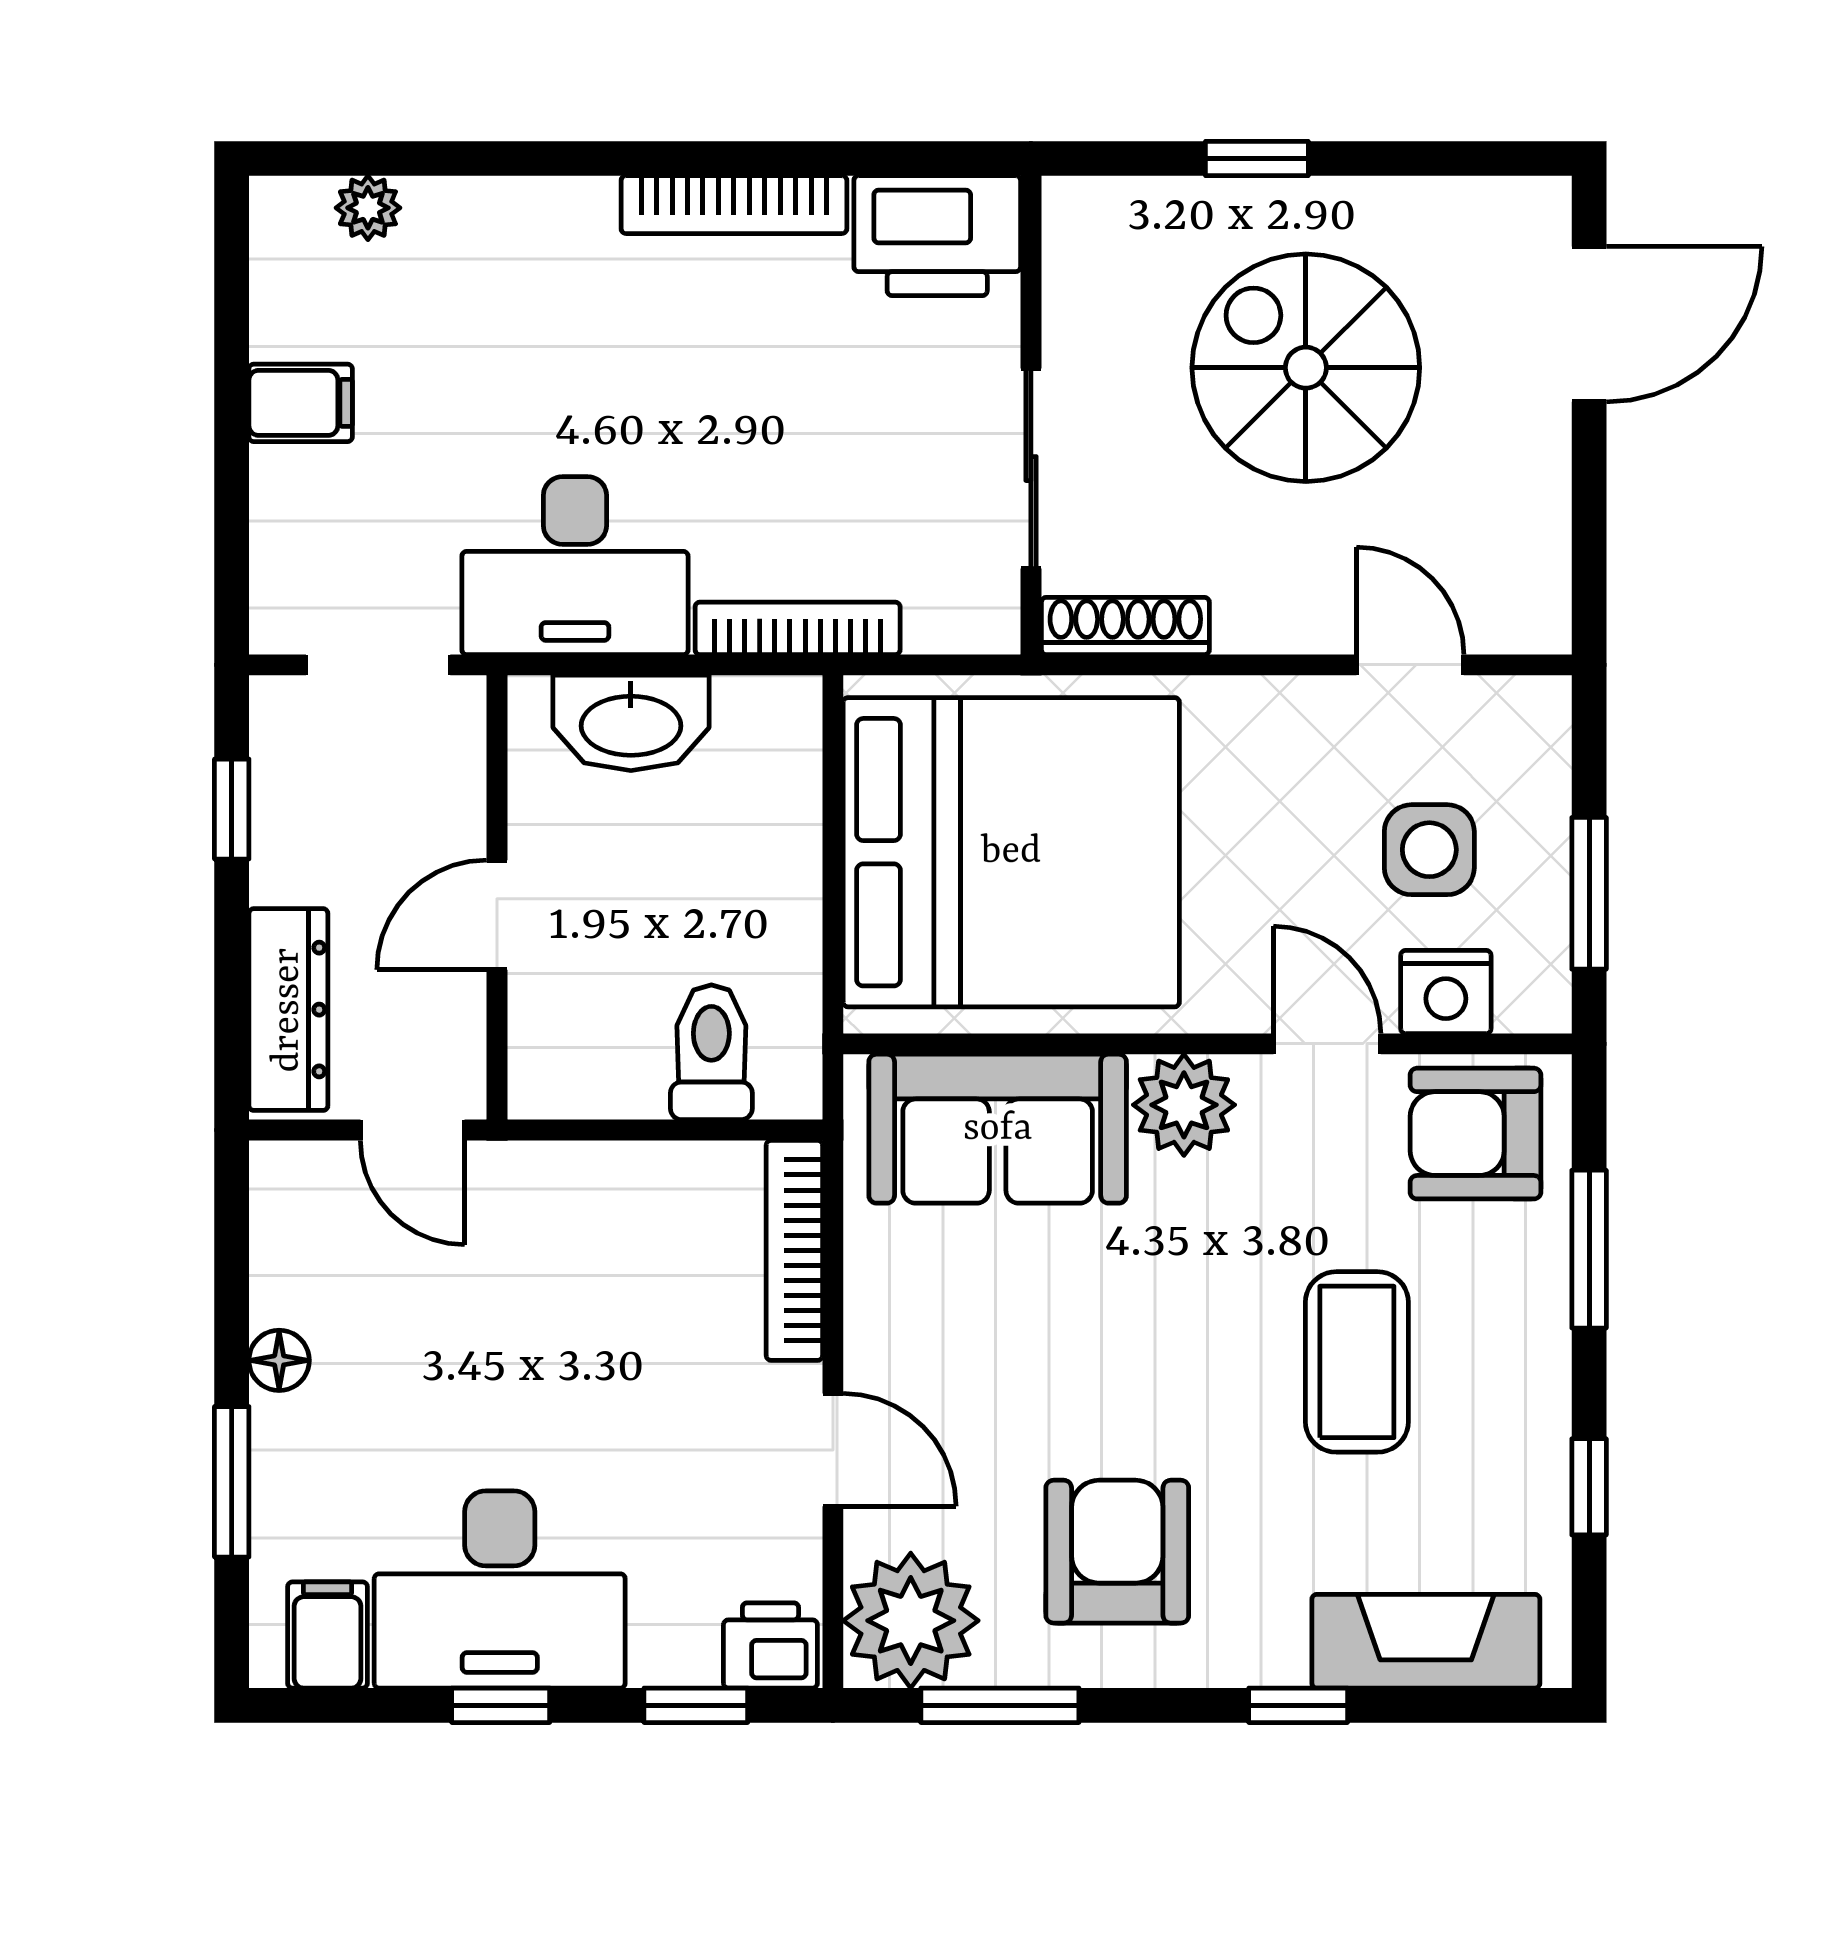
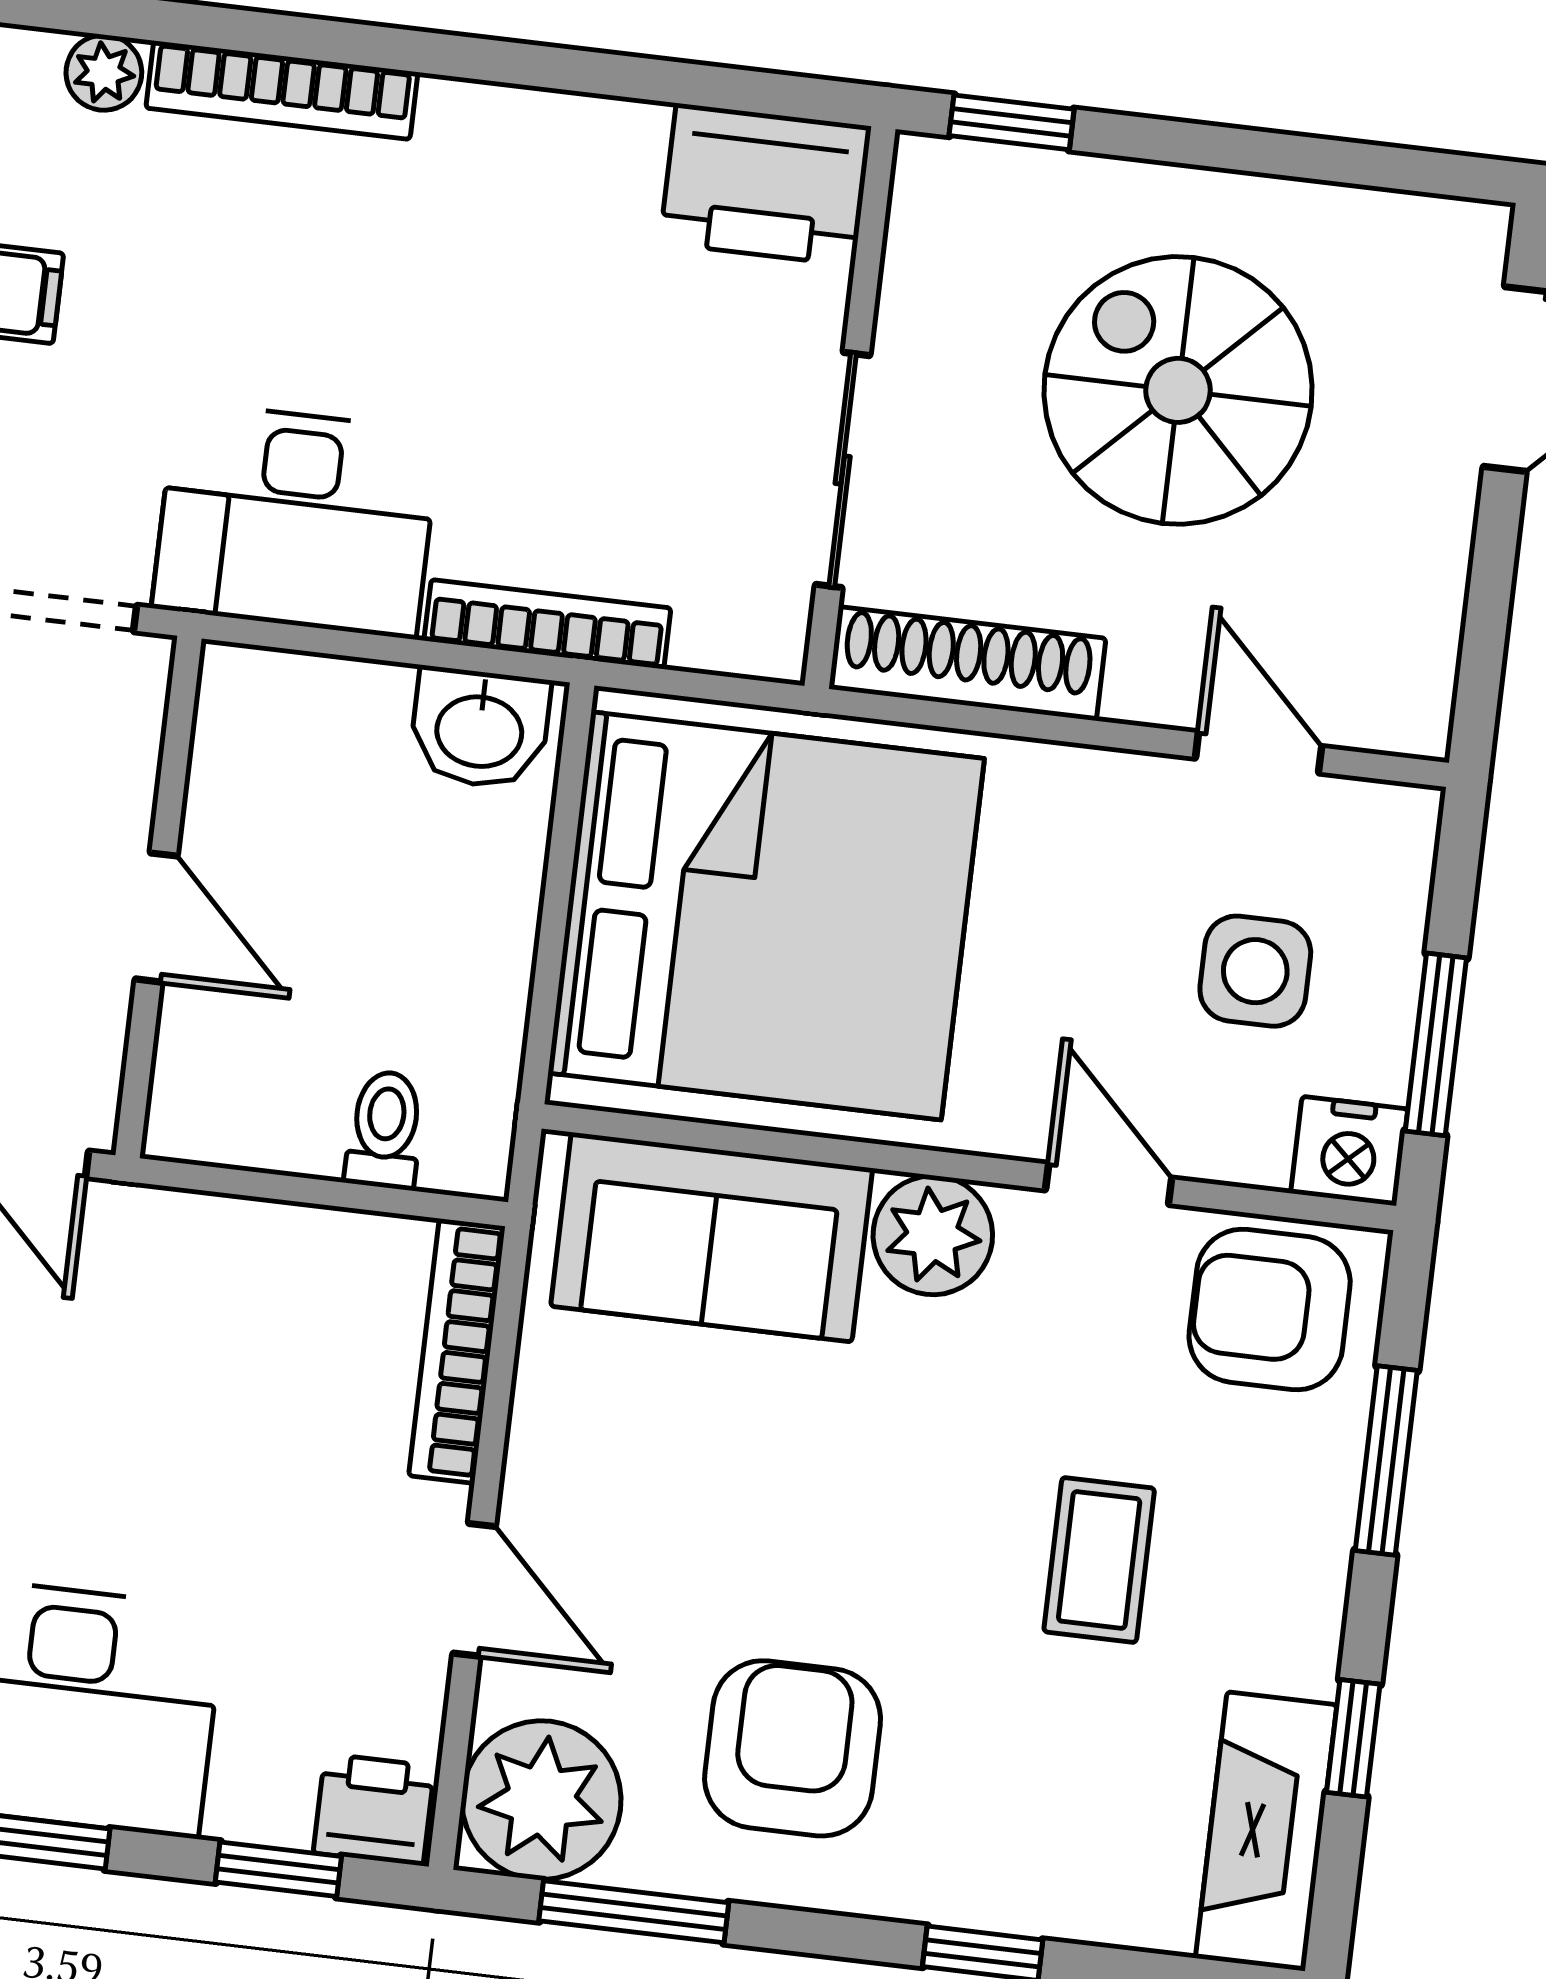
window: (1257, 158) -> (1012, 122), moved
bookcase: (734, 205) -> (282, 90), moved
shoe rack: (1125, 626) -> (967, 664), width x1.36, depth x1.24
washbasin: (631, 723) -> (480, 728), moved, width x0.72
door: (497, 915) -> (156, 917), swing flipped
nightstand: (1446, 992) -> (1349, 1151), moved
toilet: (711, 1052) -> (385, 1130), width x0.73, depth x0.72
coffee table: (1357, 1362) -> (1099, 1560), width x0.73, depth x0.77
fireplace: (1426, 1641) -> (1266, 1831), moved, turned -90

